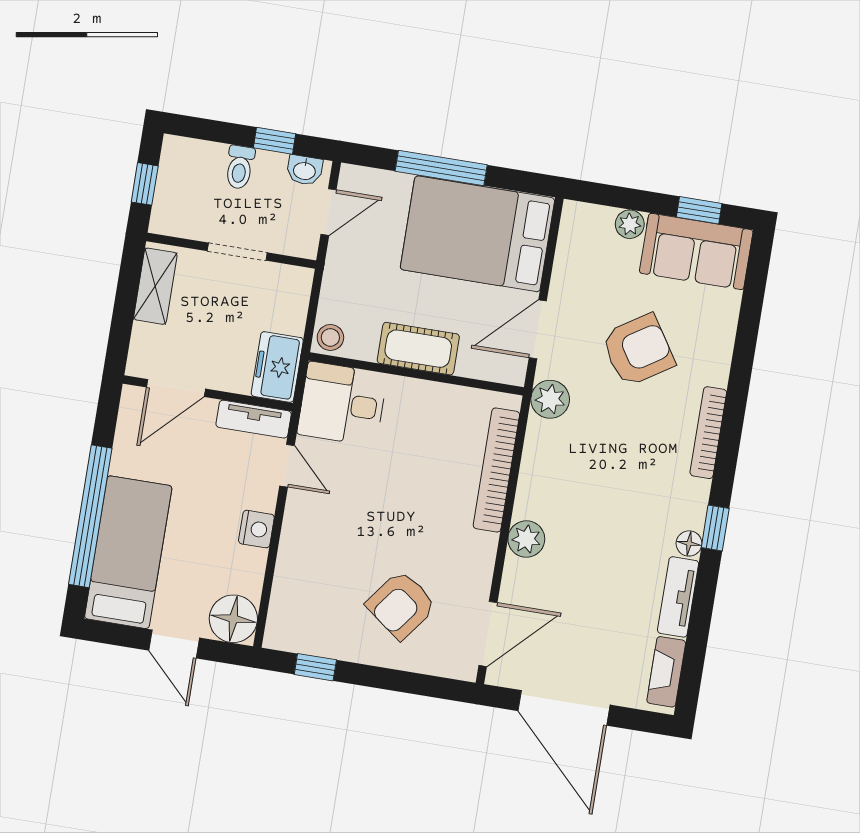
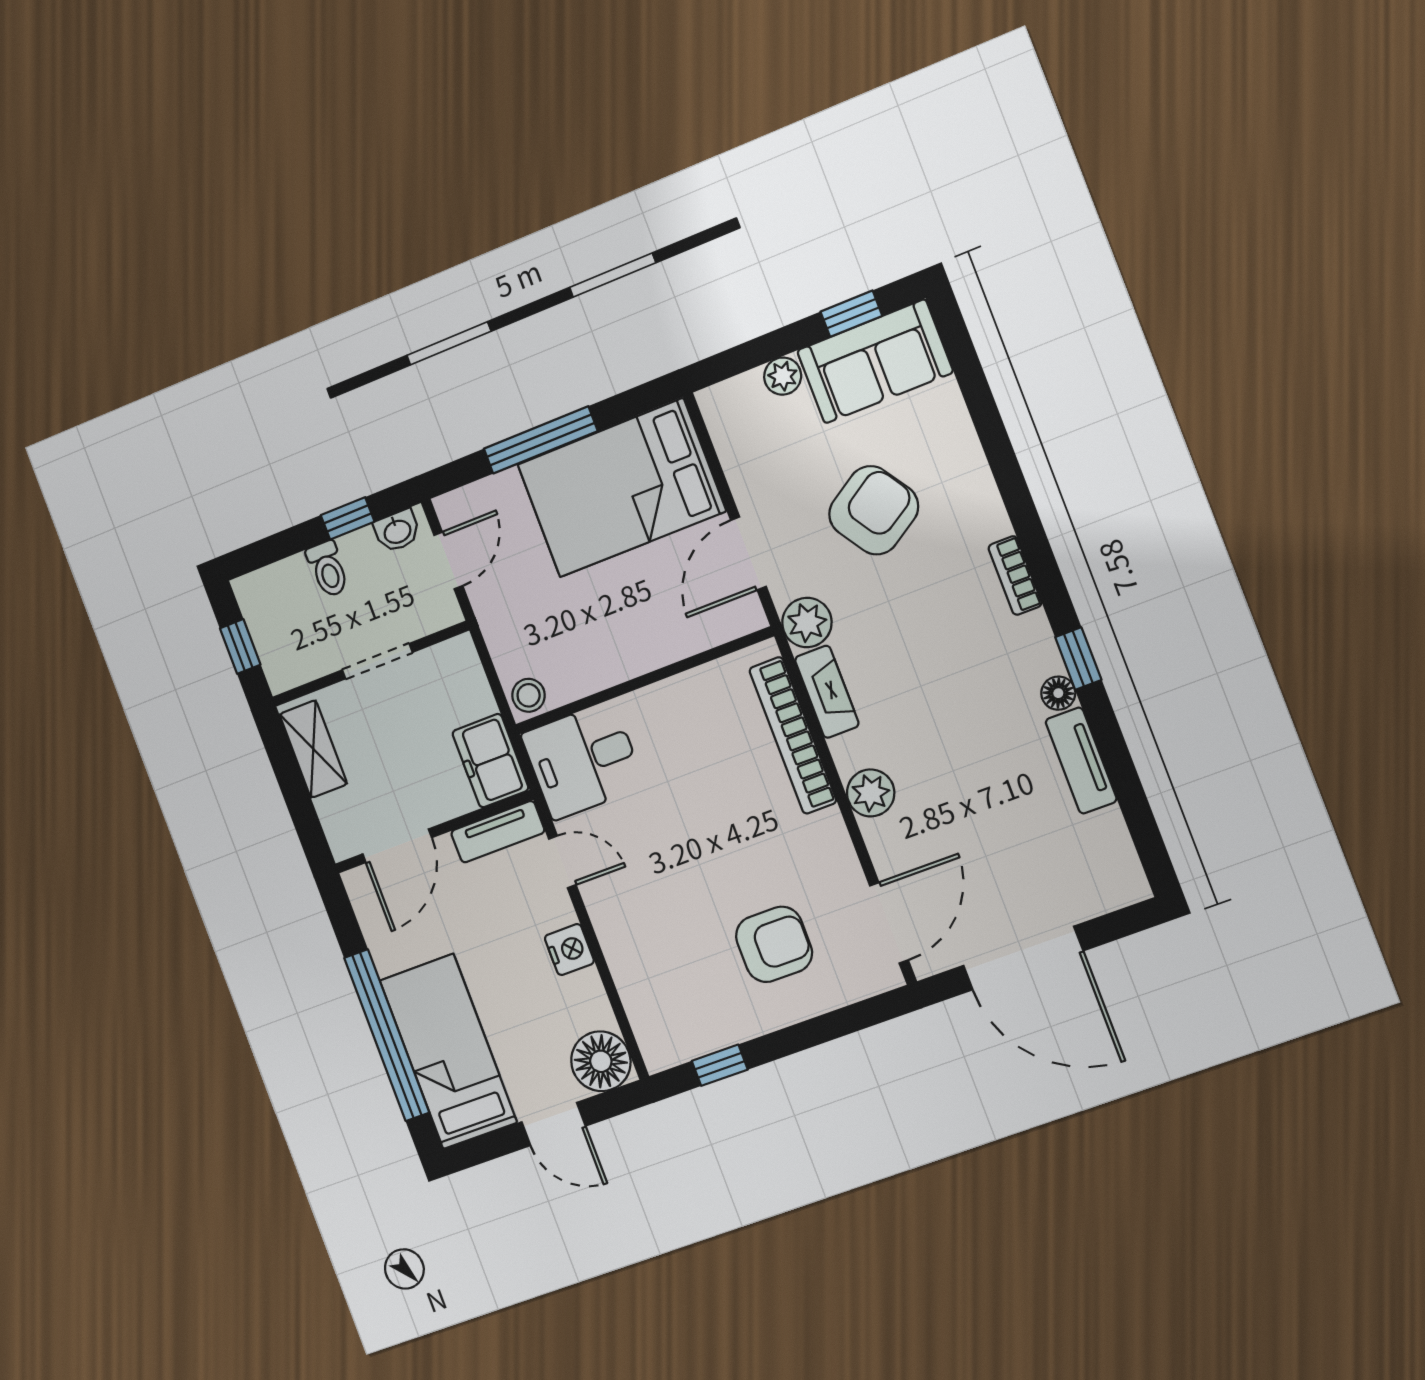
cot: (418, 349) -> (630, 652), removed
bookcase: (708, 433) -> (1015, 576), width x0.64
armchair: (401, 605) -> (774, 944), turned -127
fireplace: (666, 672) -> (827, 692), moved, turned 180

